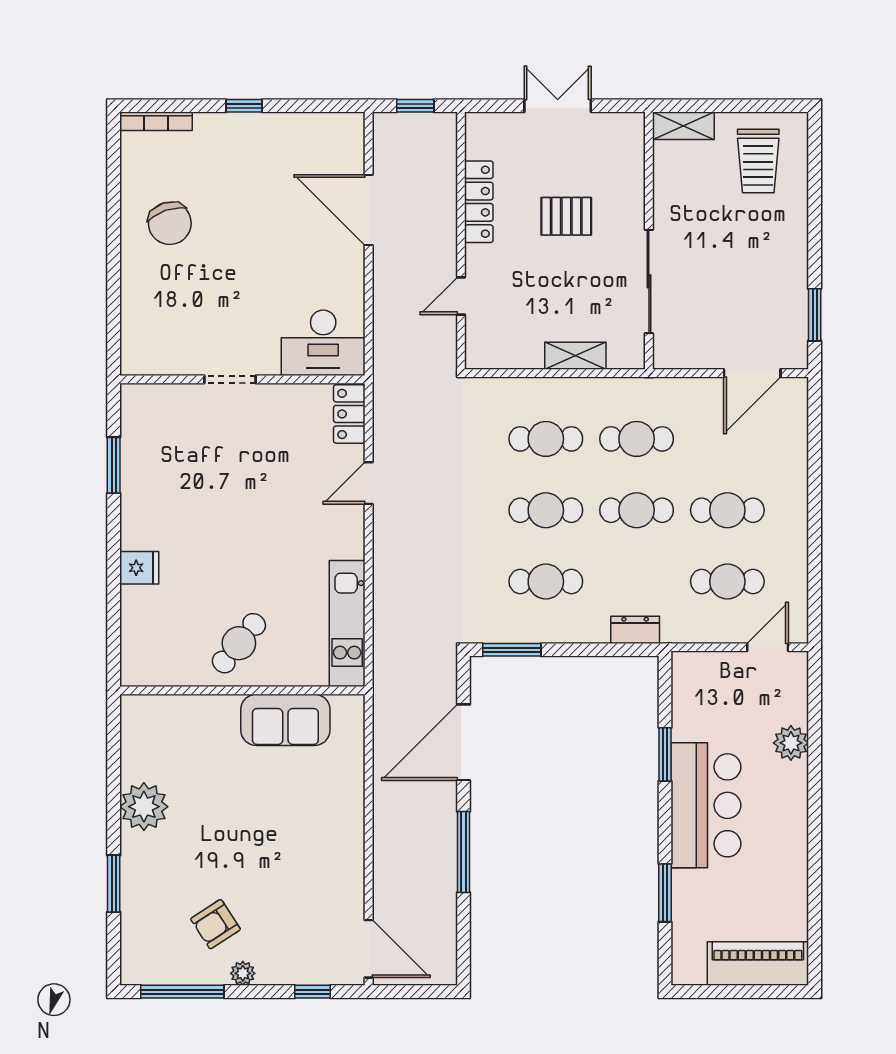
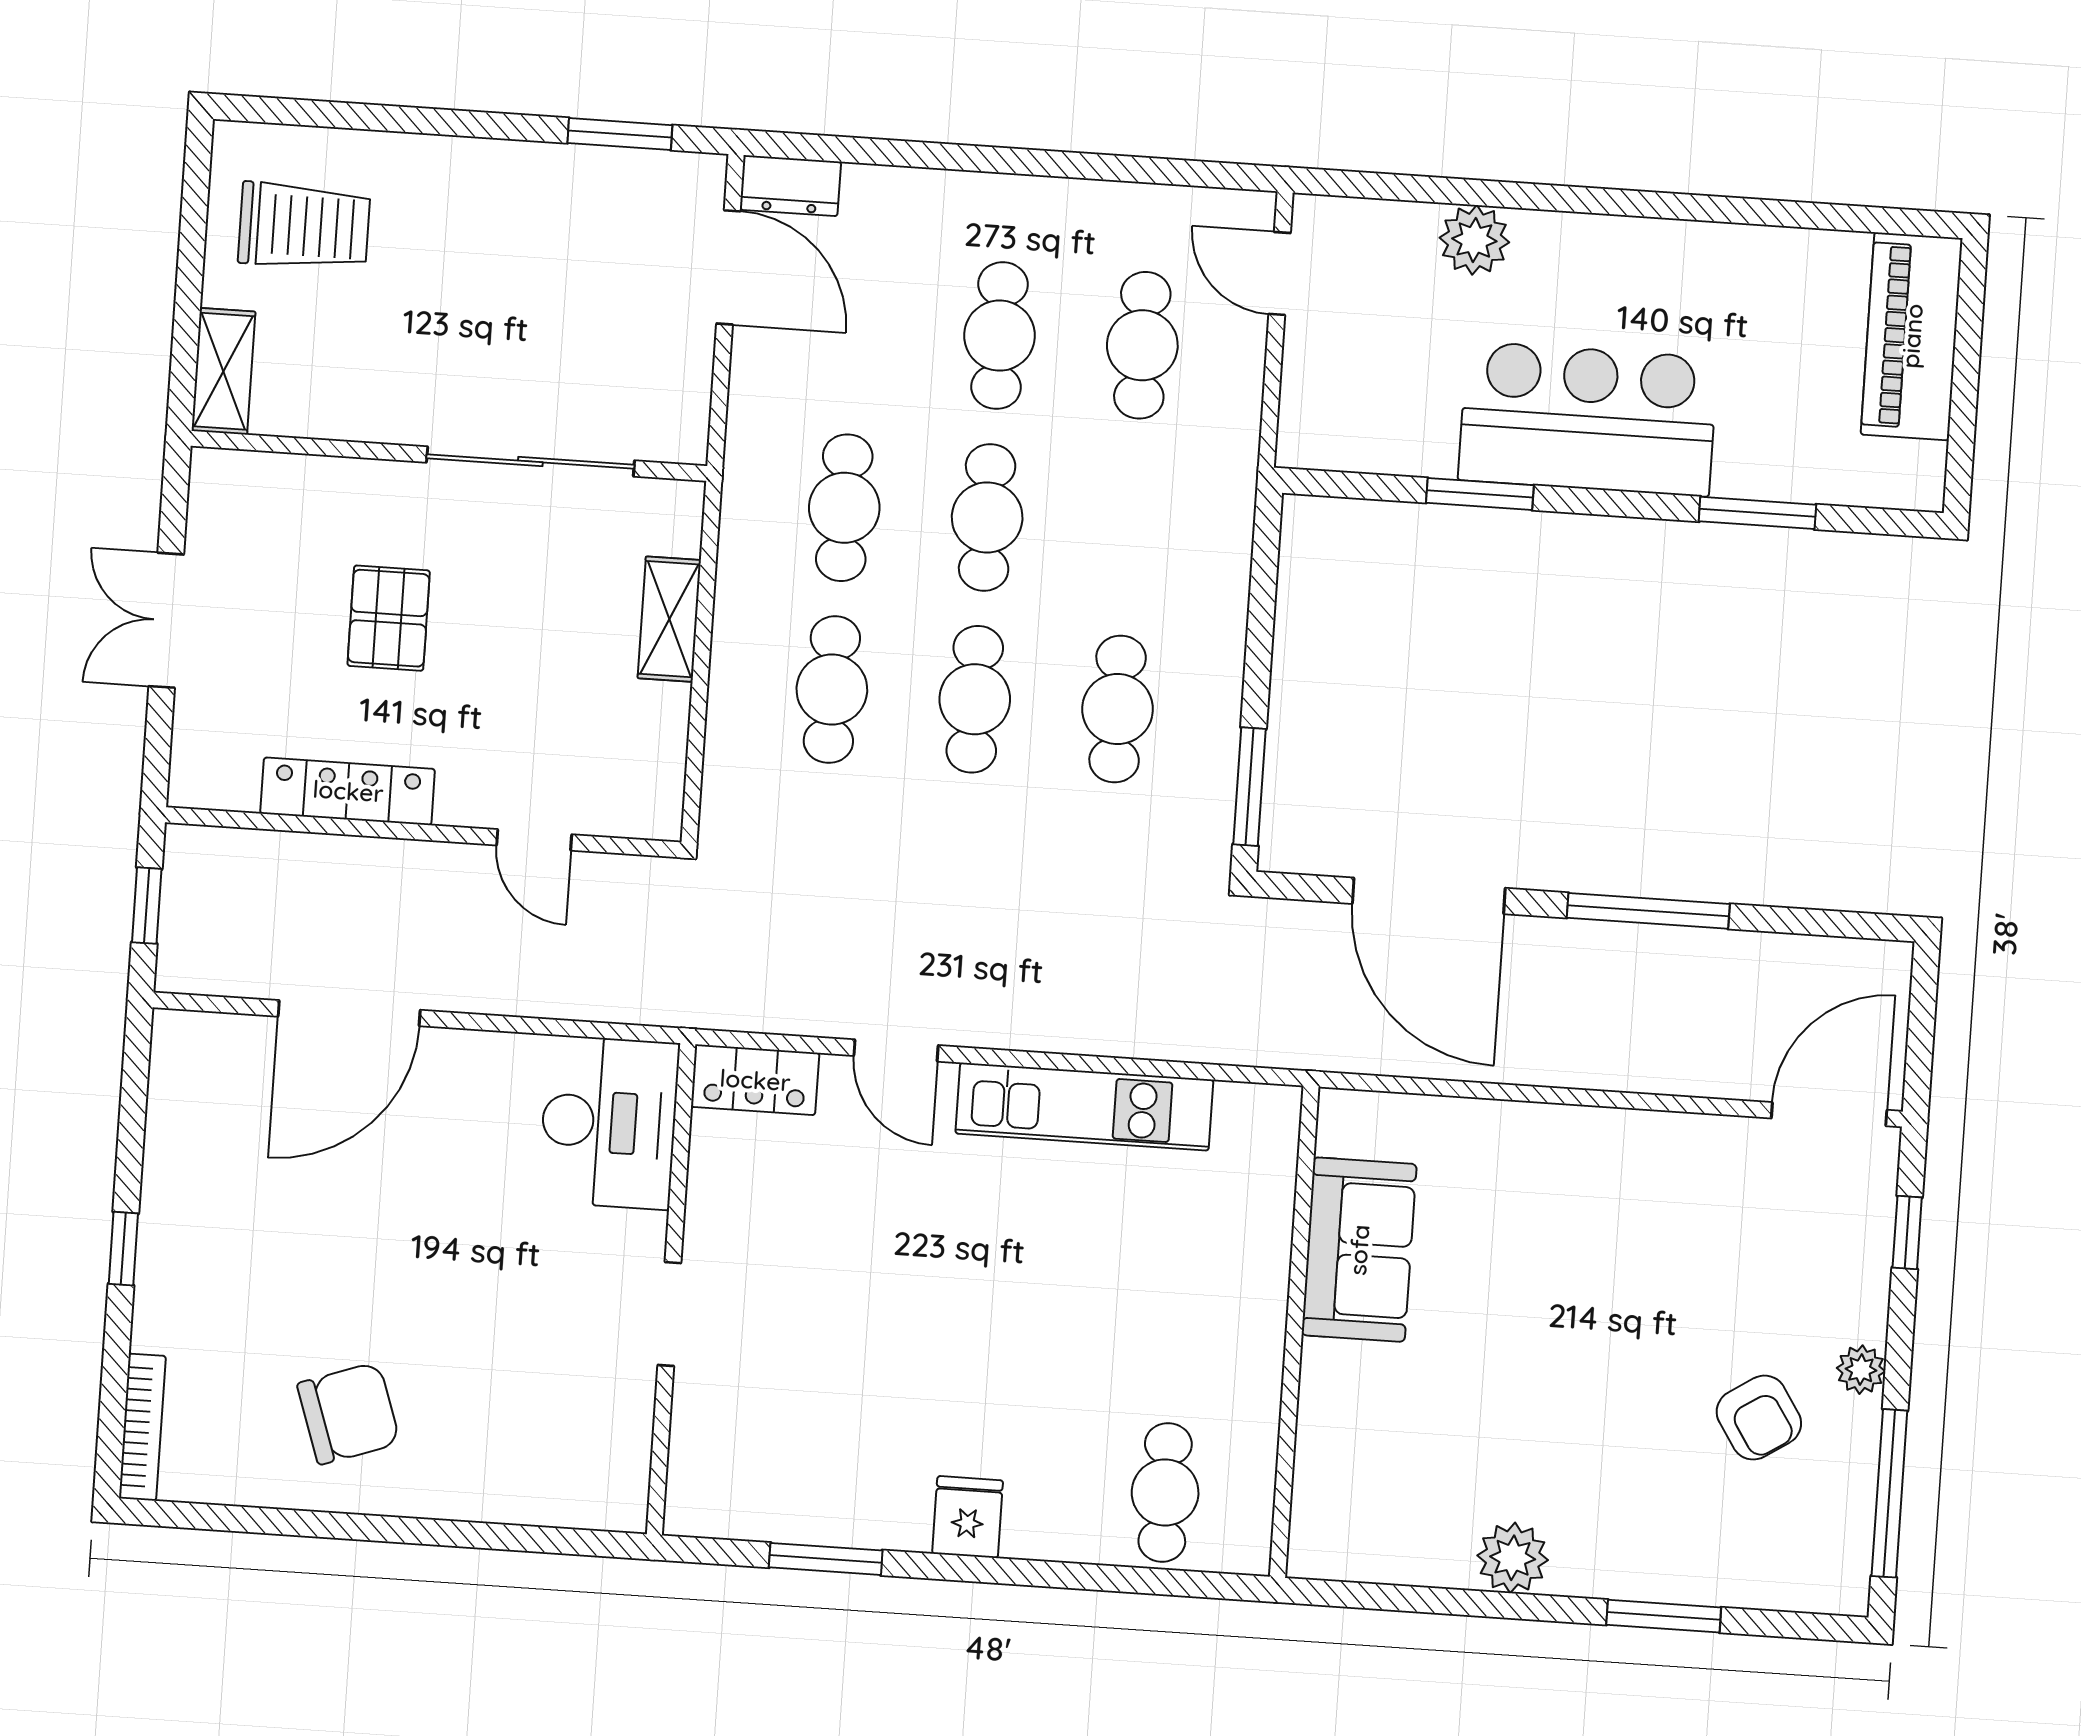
fridge: (139, 568) -> (968, 1517), moved
kitchen unit: (347, 624) -> (1084, 1107), moved
dresser: (635, 630) -> (790, 186), moved, turned -90
cafe table: (239, 643) -> (1165, 1492), moved, turned 51
plant: (144, 807) -> (1513, 1558), width x0.73, depth x0.73

